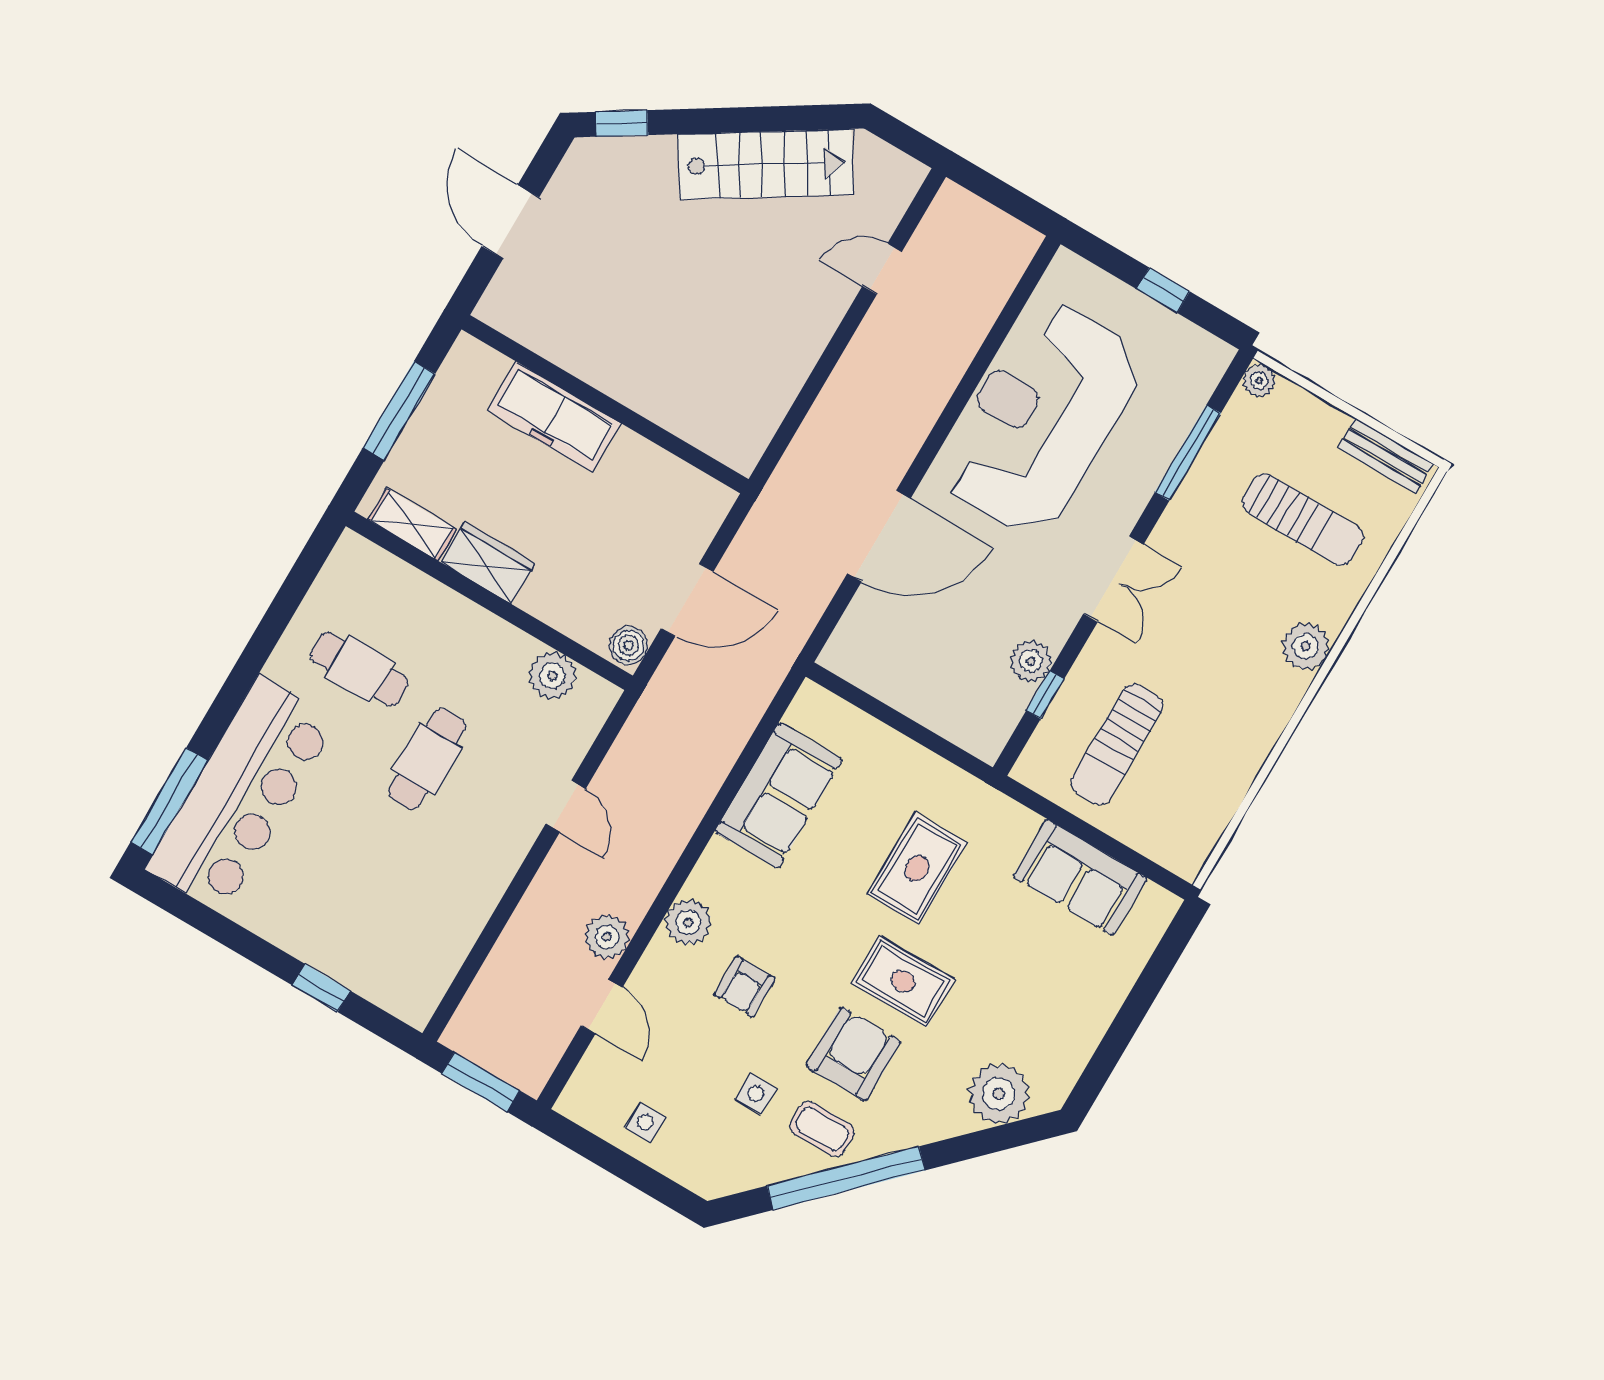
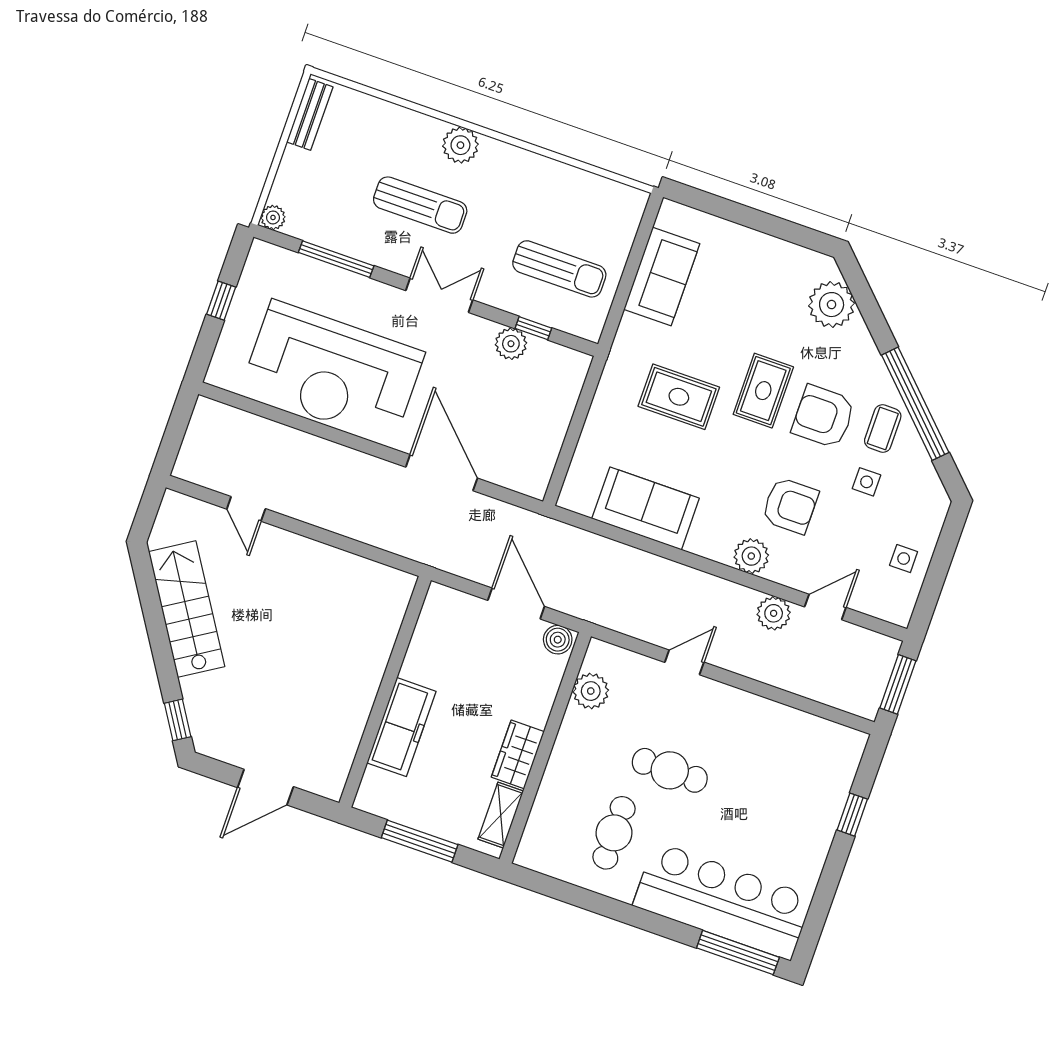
sun lounger: (1303, 520) -> (420, 205), moved, turned 90
armchair: (745, 987) -> (790, 506), width x1.38, depth x1.38

